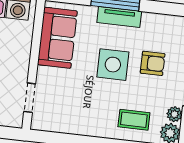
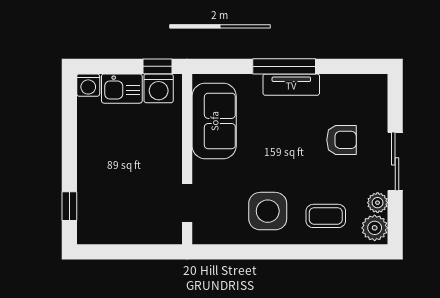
side table: (113, 65) -> (268, 211), moved

